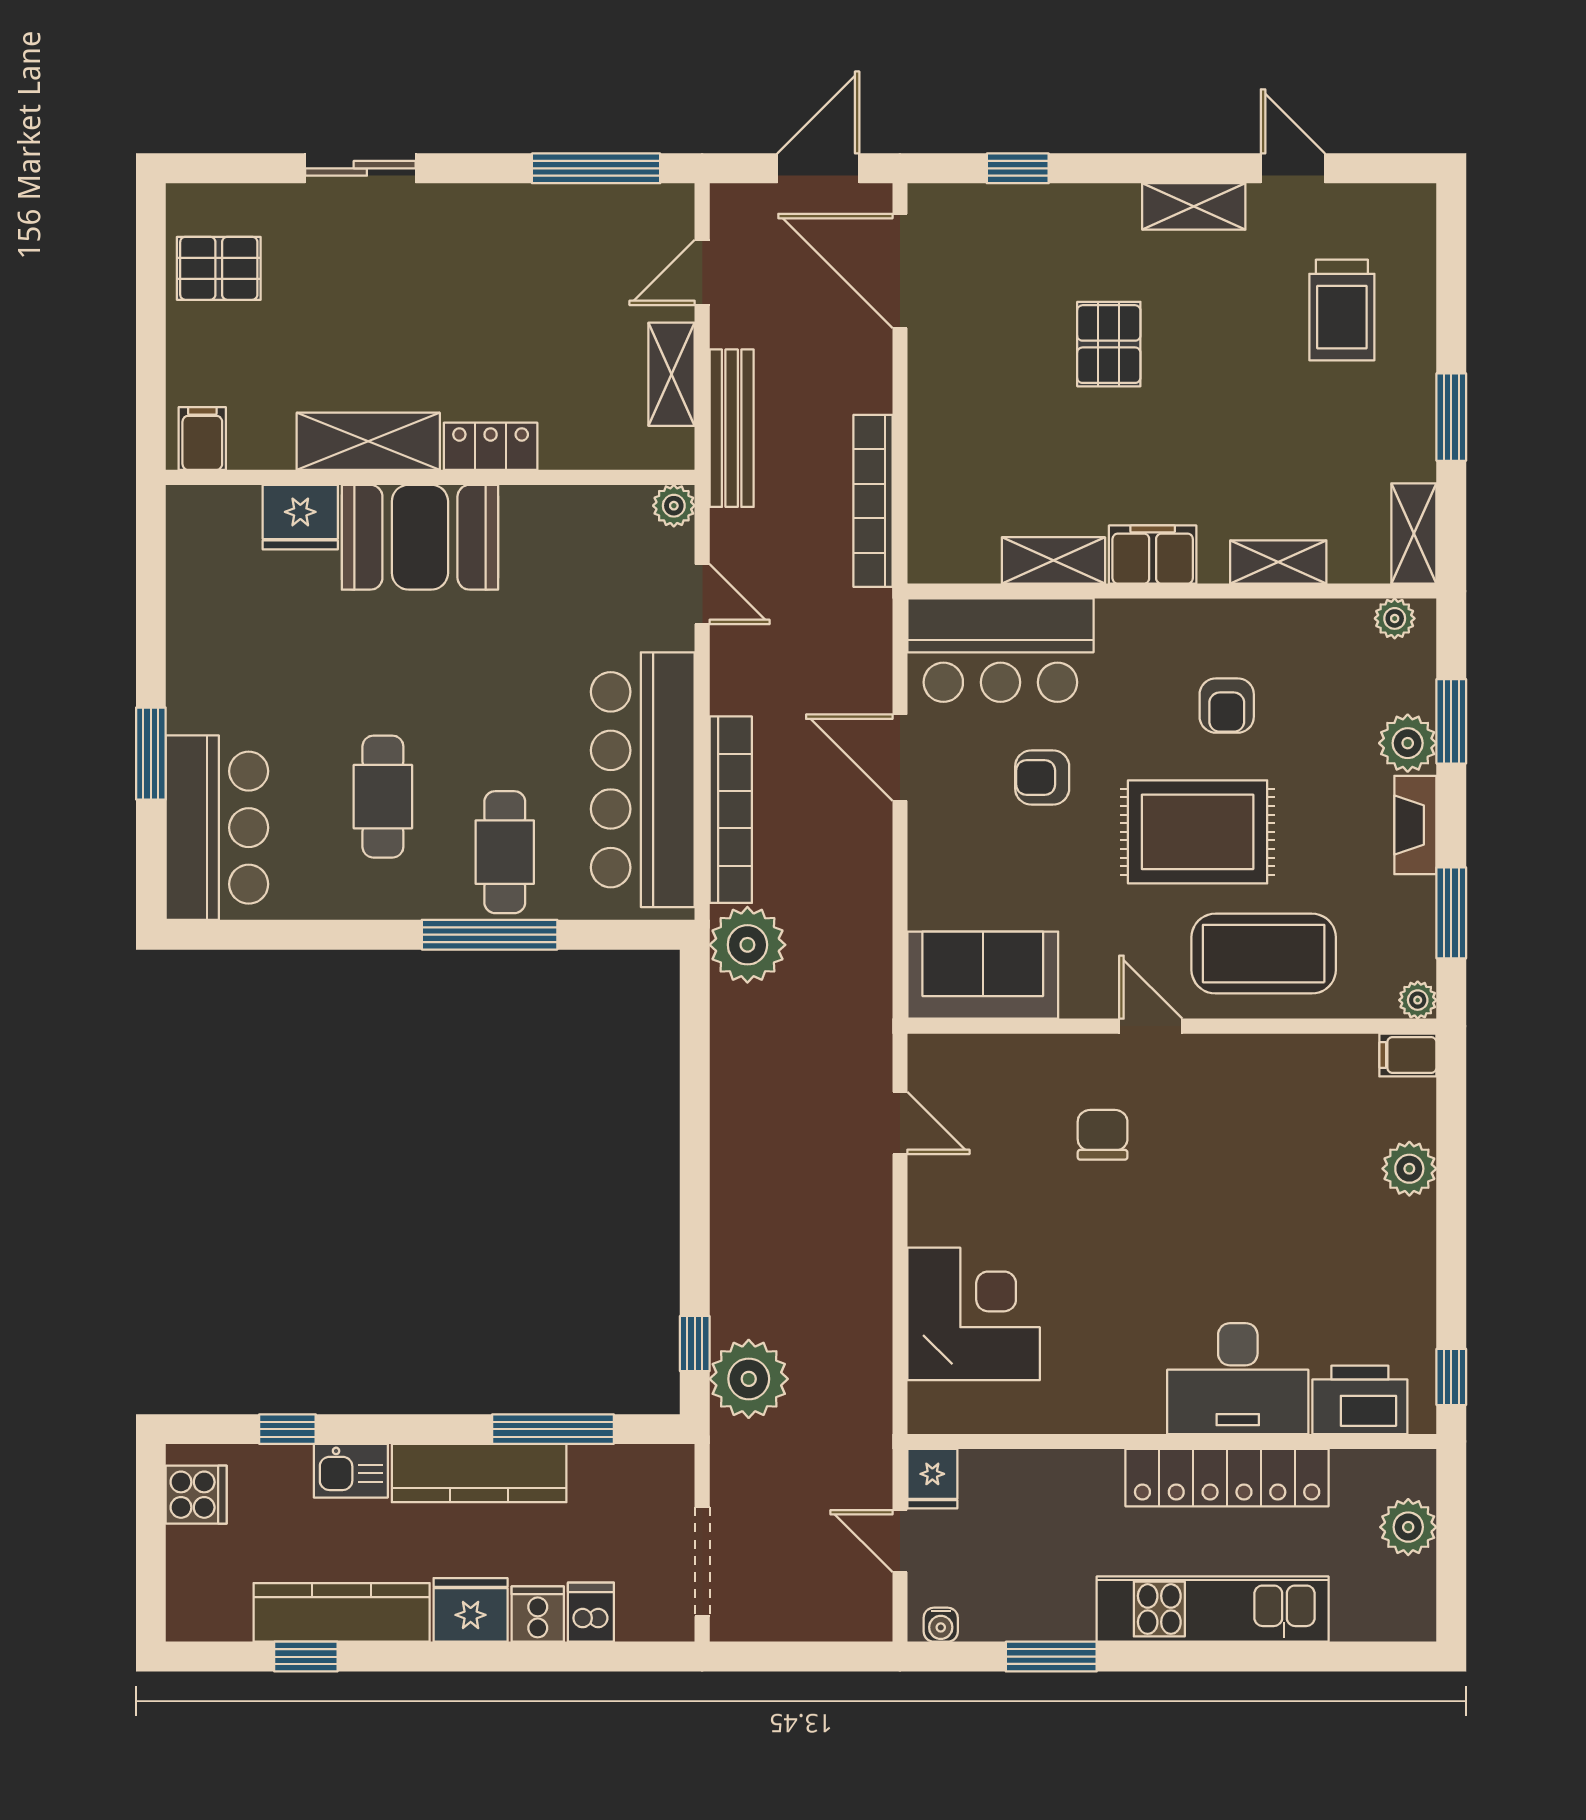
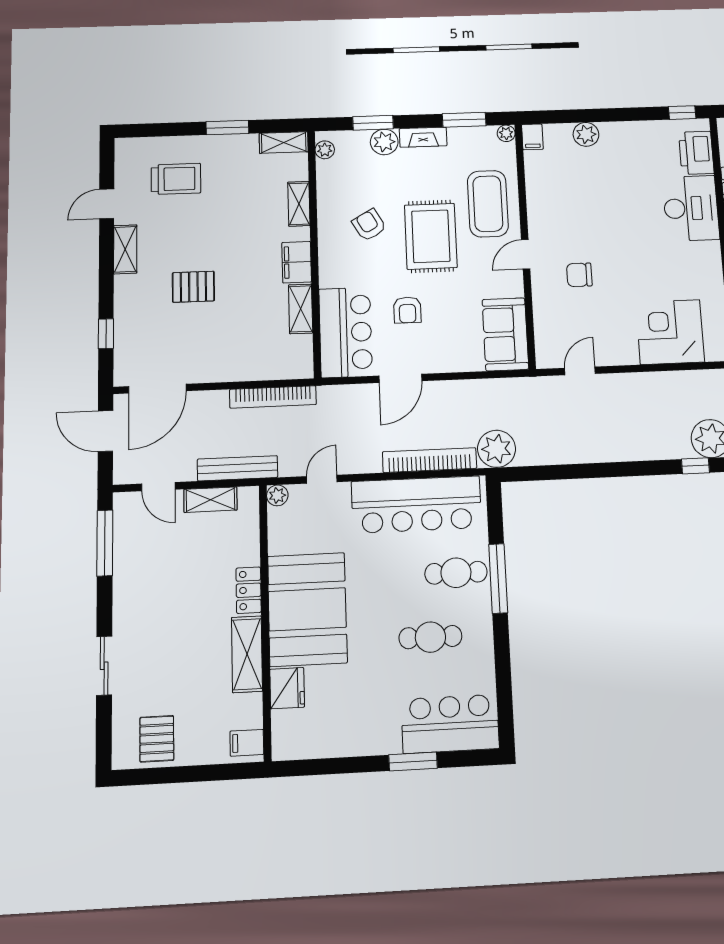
booth: (420, 537) -> (307, 609), width x1.36, depth x1.42
armchair: (1227, 706) -> (369, 225), turned -120

